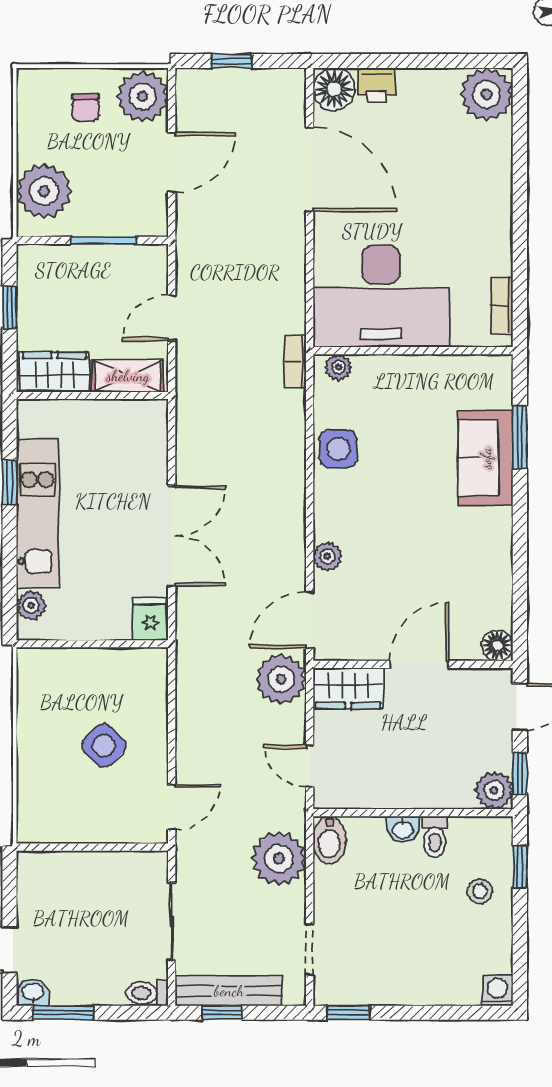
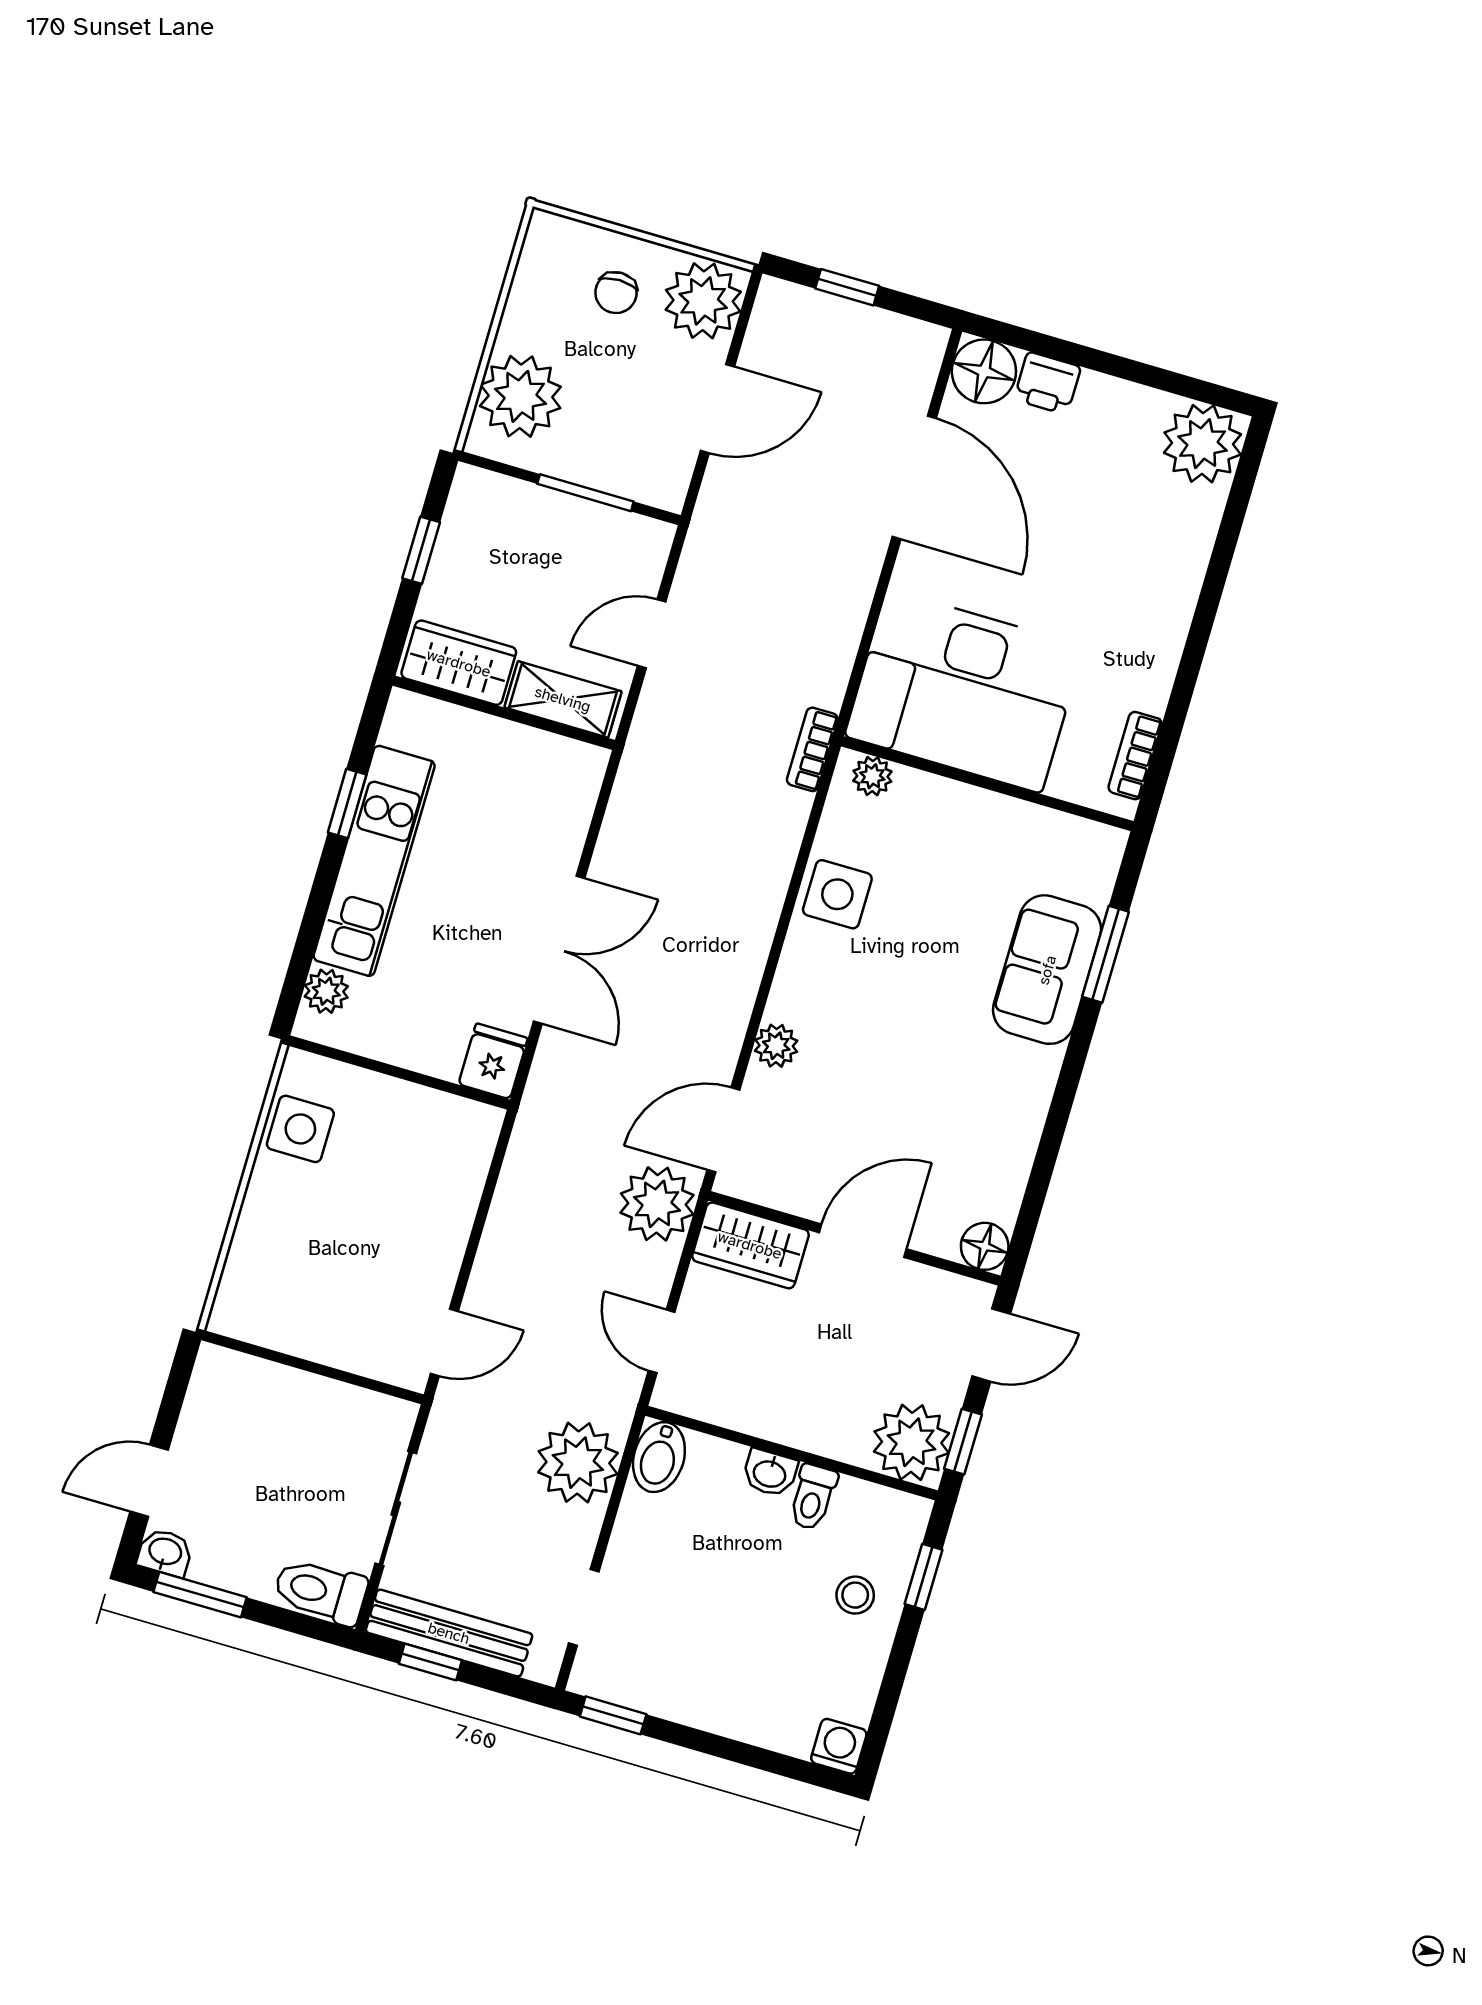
side table: (104, 745) -> (300, 1129), moved, turned 45
plant: (494, 790) -> (912, 1442), width x1.36, depth x1.36
toilet: (147, 993) -> (320, 1591), width x1.37, depth x1.39

